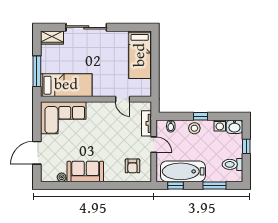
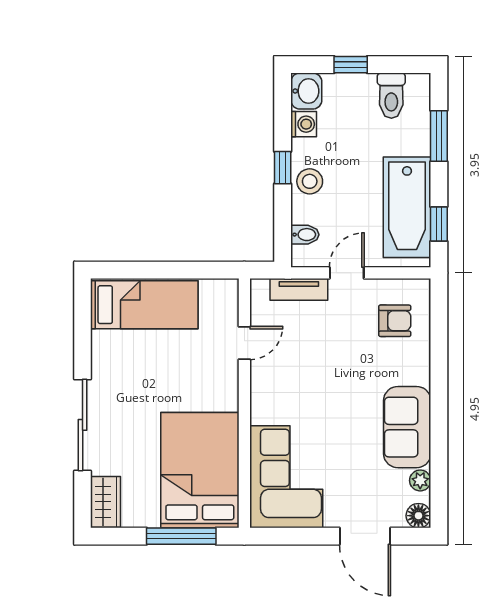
bed: (66, 85) -> (200, 470), width x1.50
floor lamp: (46, 176) -> (418, 516), added

